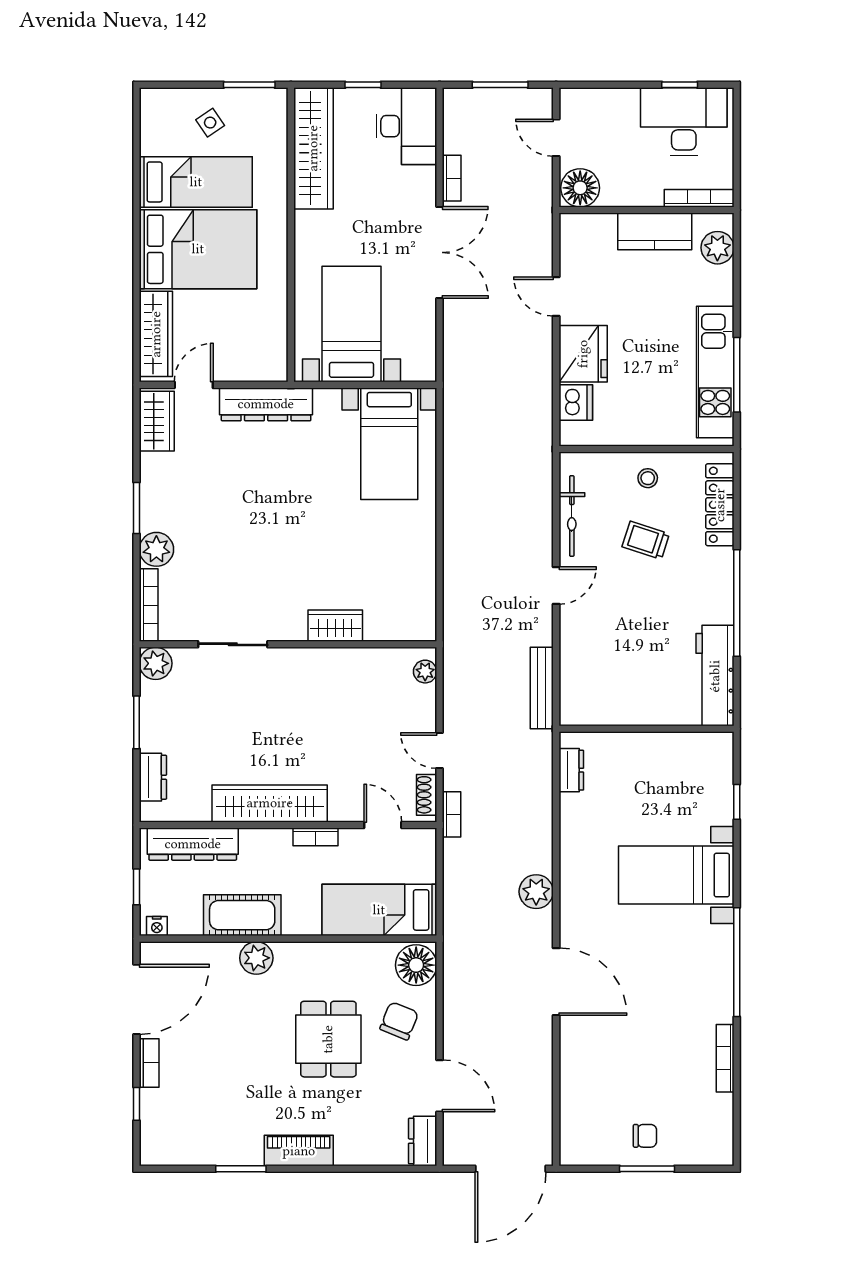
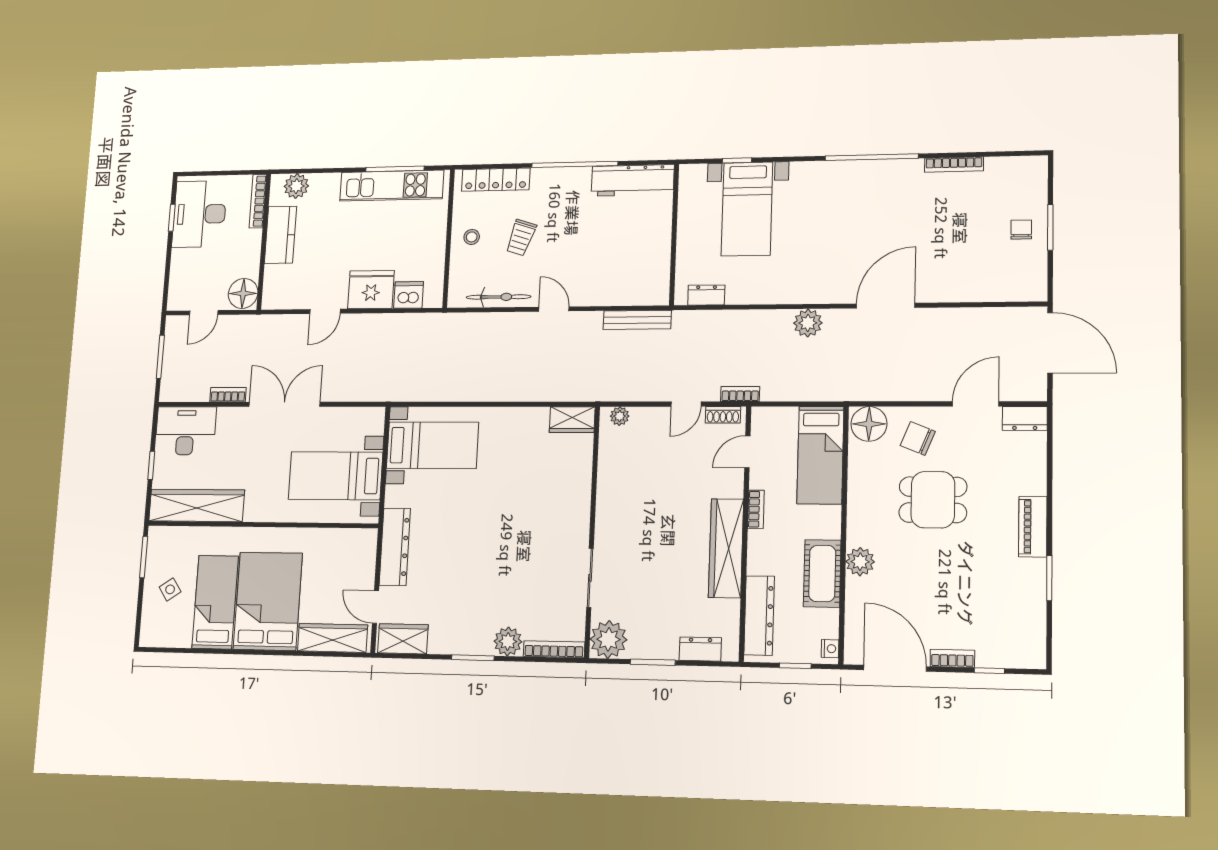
wardrobe: (335, 626) -> (572, 420), moved, turned -90
plant: (156, 663) -> (608, 639), width x1.36, depth x1.36
bed with nightstands: (676, 875) -> (747, 209), moved

